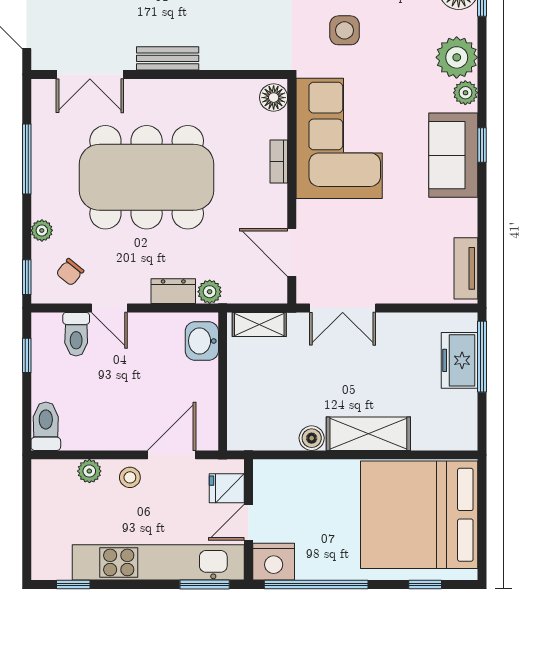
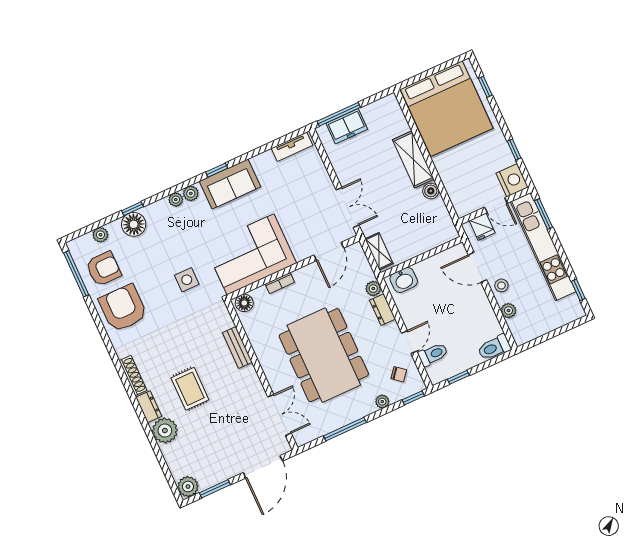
plant: (457, 57) -> (176, 200), width x0.53, depth x0.53
bench: (168, 58) -> (237, 348), moved
window: (316, 585) -> (514, 150), width x0.32

